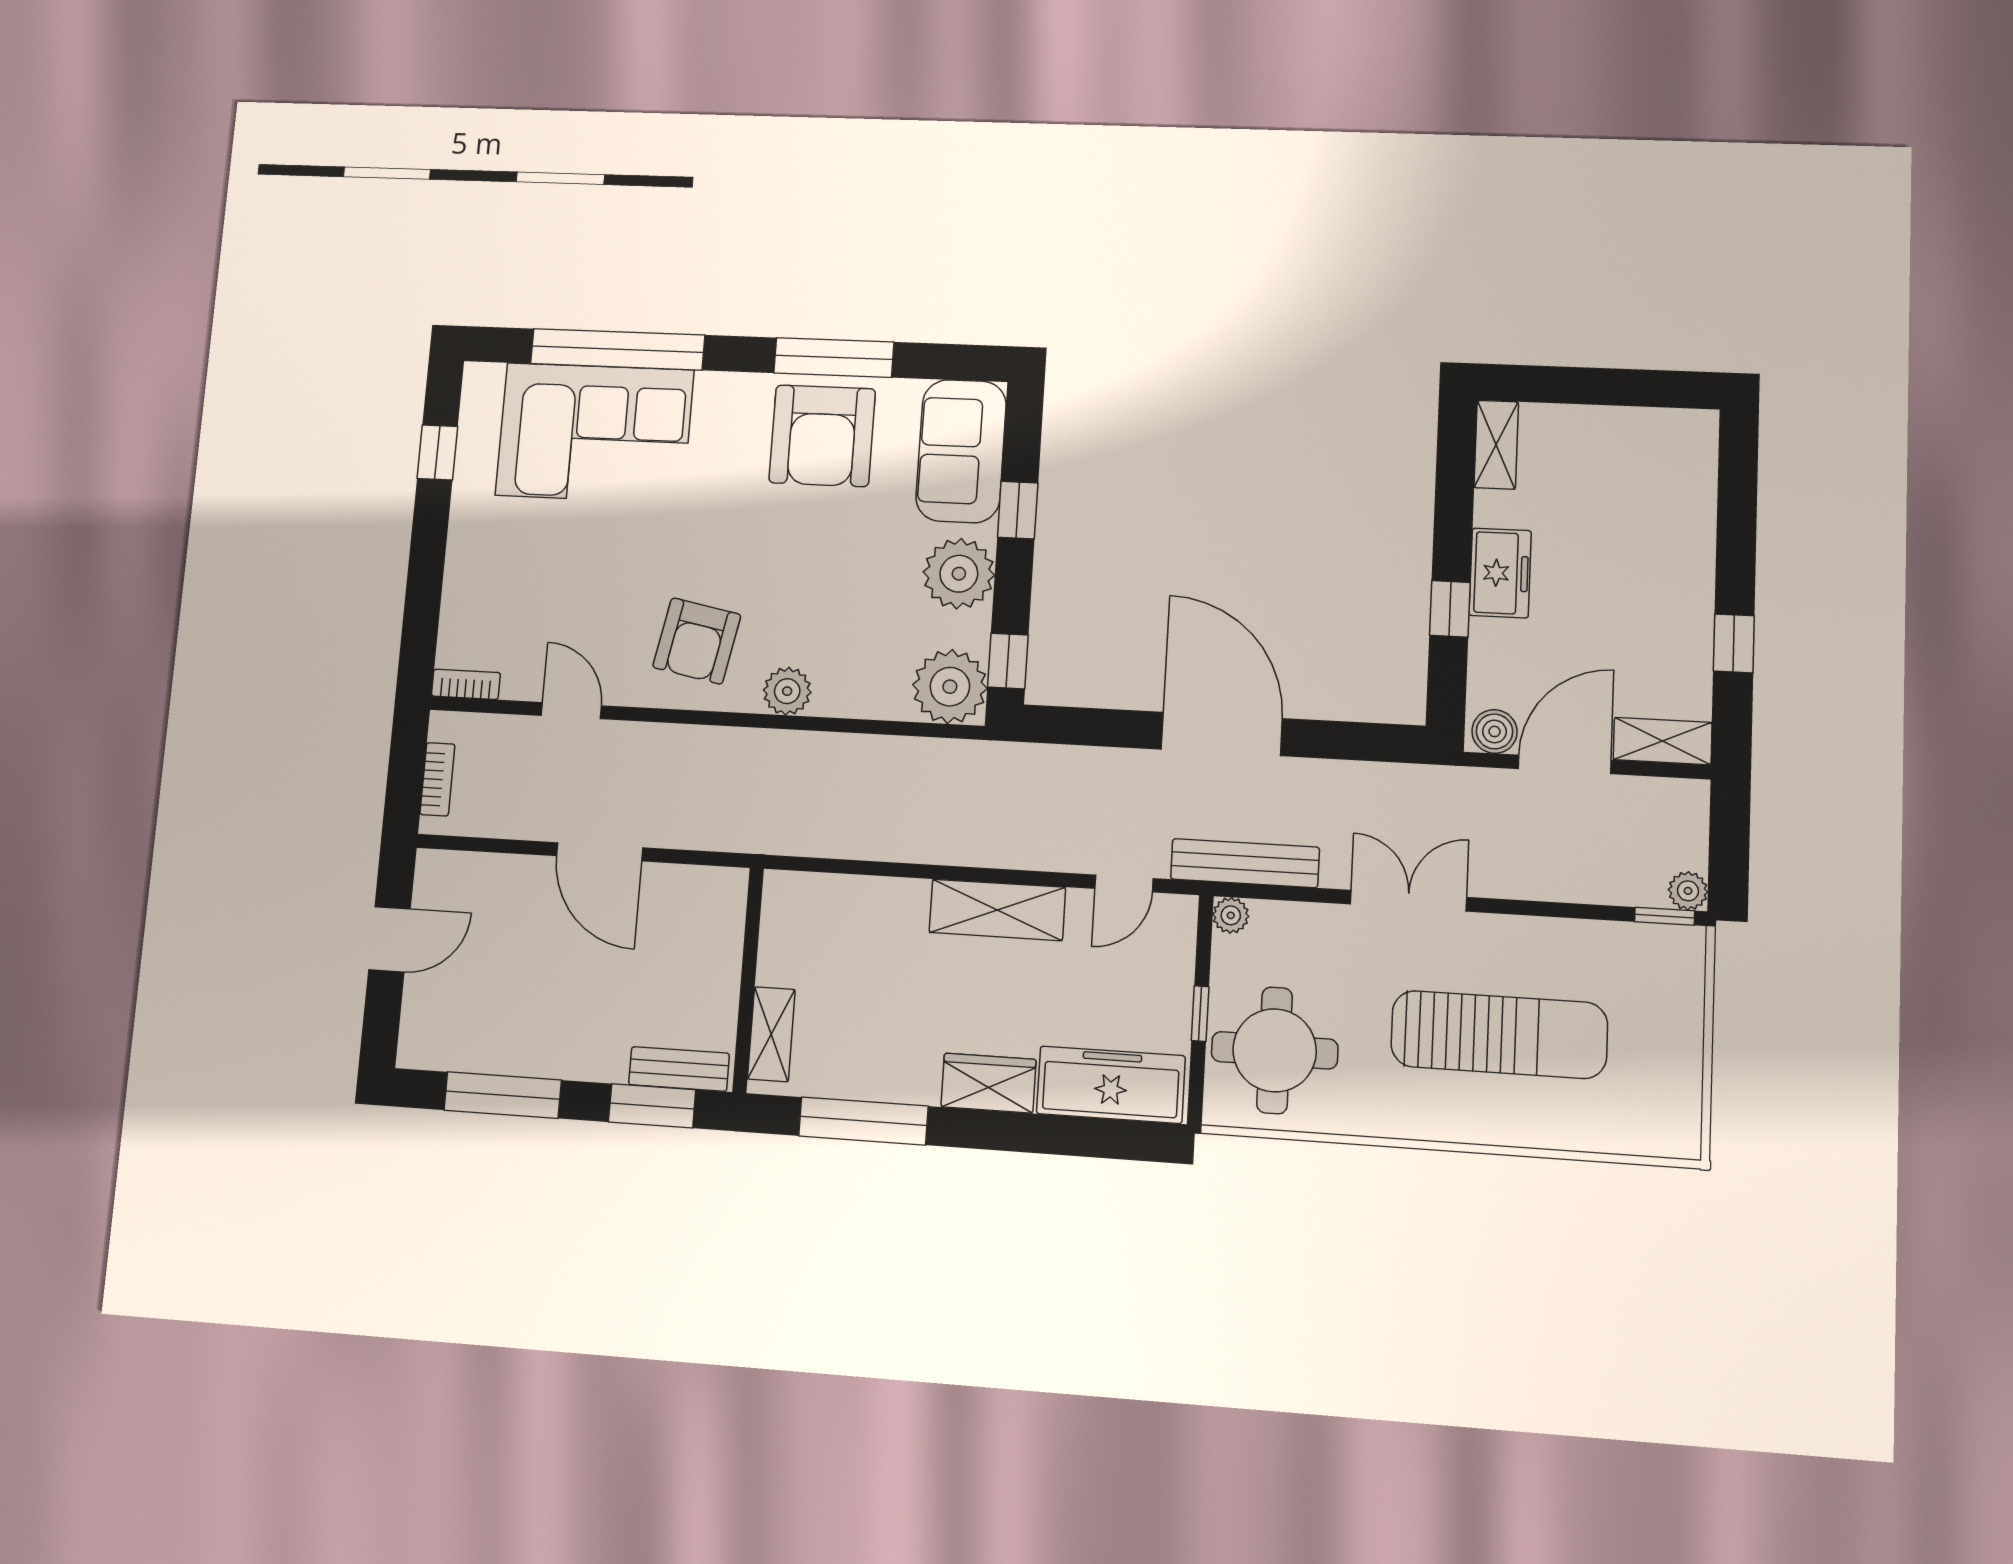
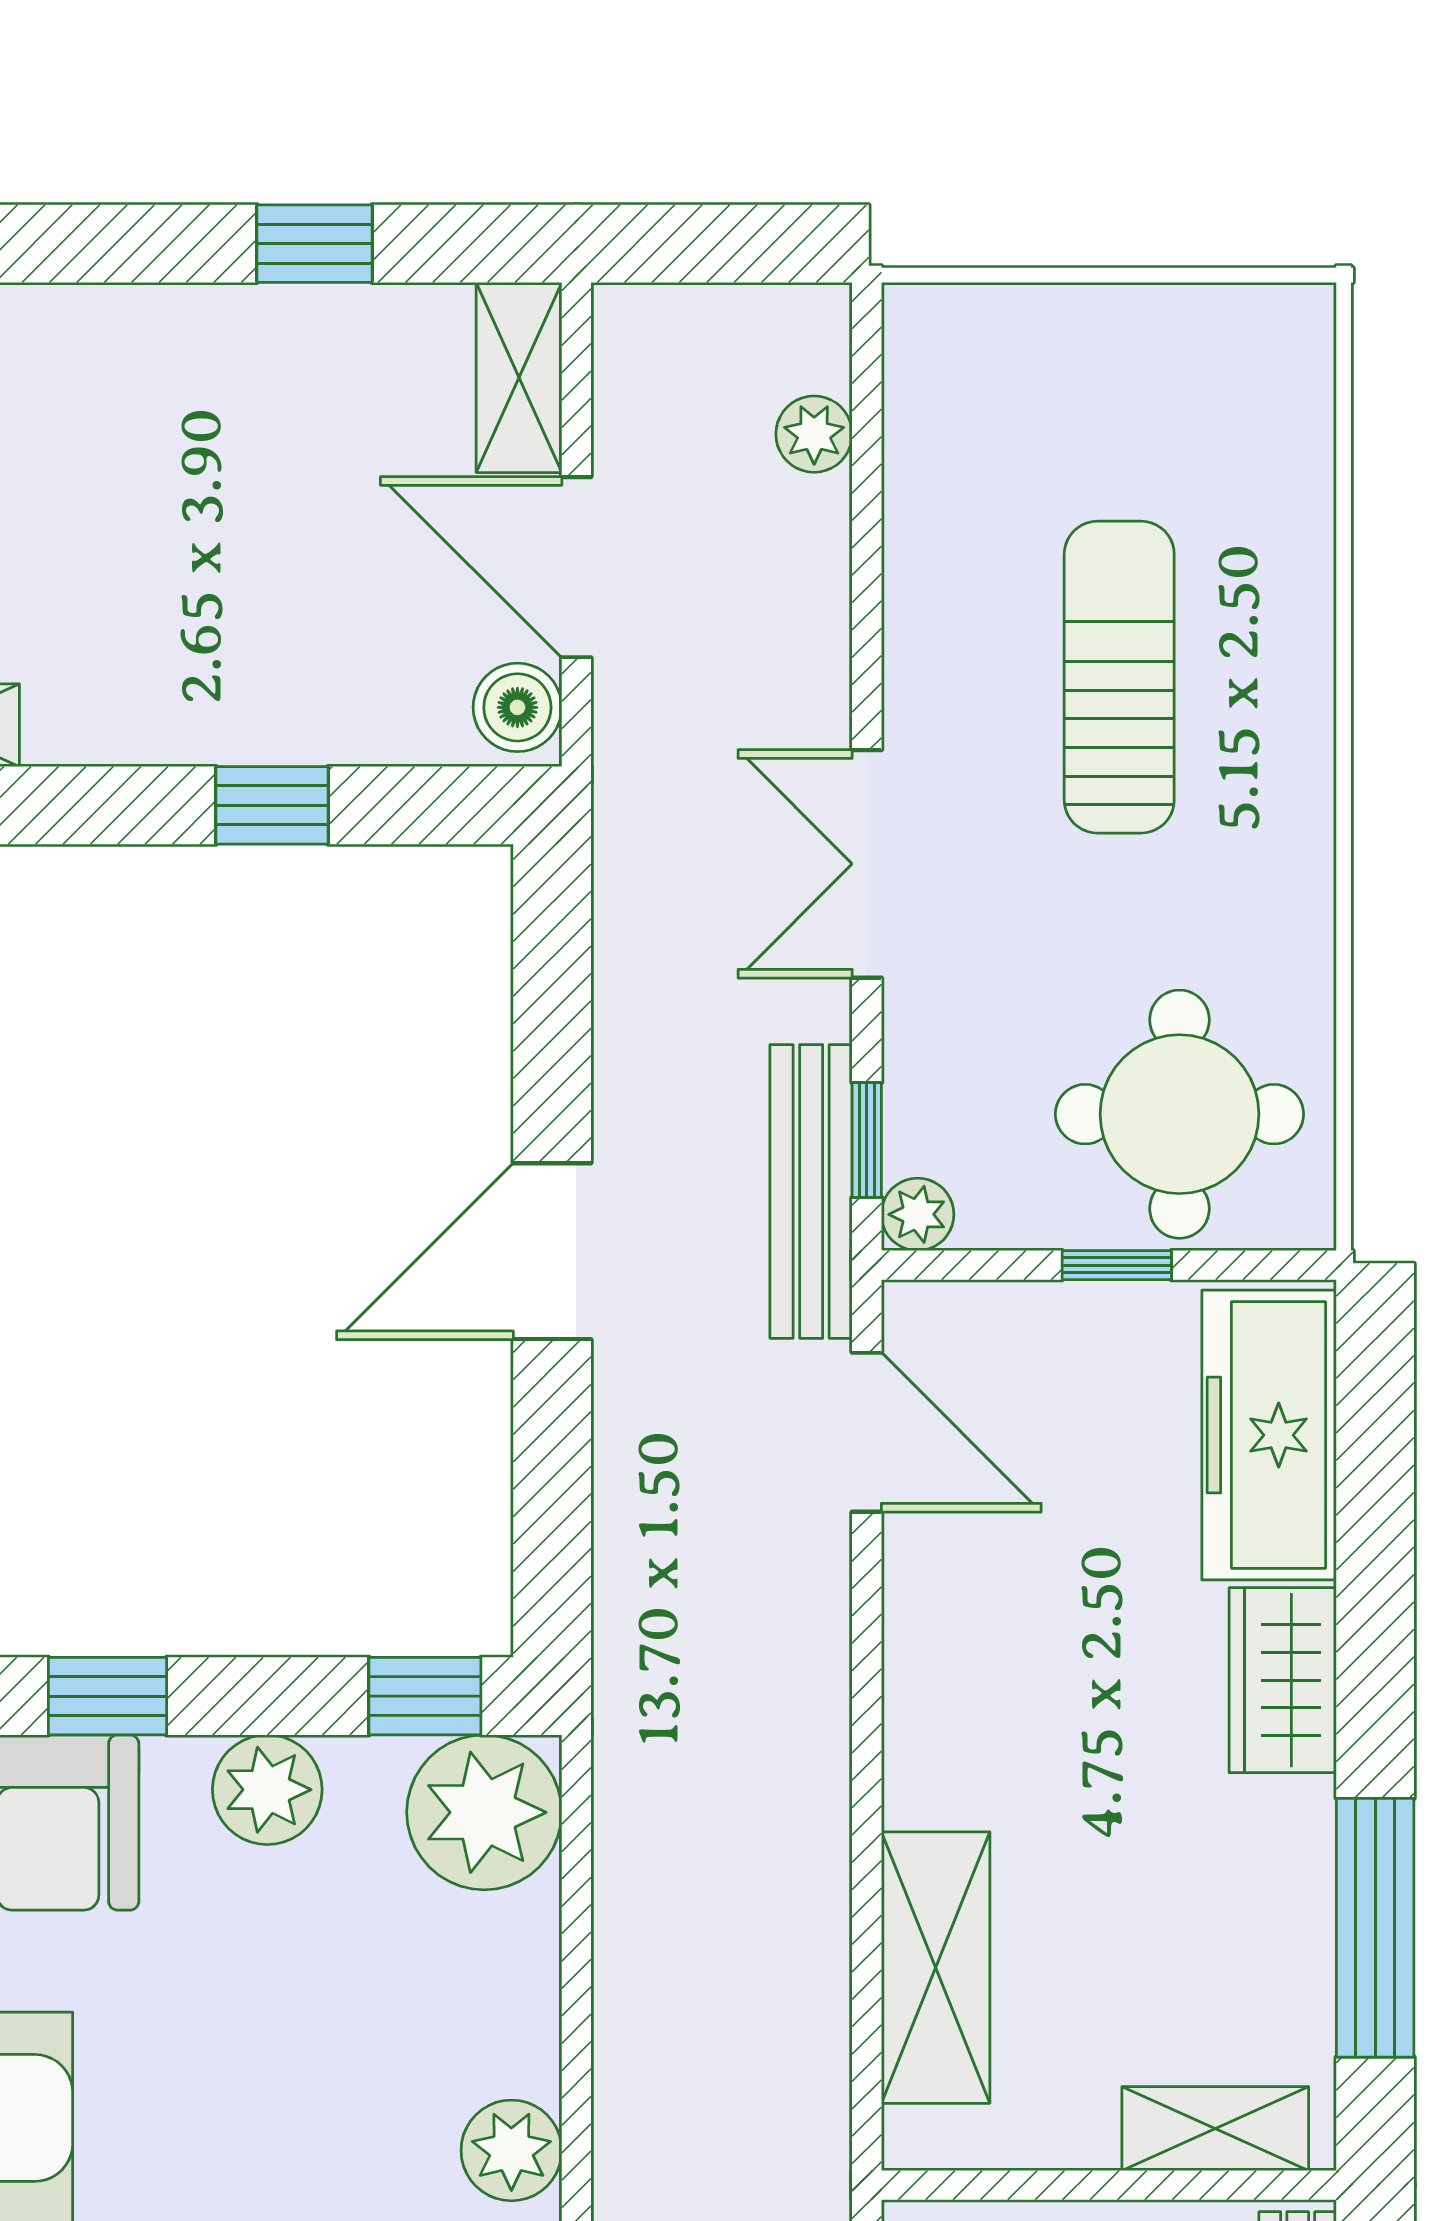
freezer: (1500, 573) -> (193, 708), removed
plant: (959, 574) -> (267, 1790), width x0.73, depth x0.73
door: (1222, 734) -> (552, 1251), width x0.73
door: (1124, 884) -> (867, 1432), width x1.38
plant: (1688, 891) -> (814, 434), moved
shelving: (997, 910) -> (936, 1968), moved
window: (1665, 916) -> (867, 1140), moved
sun lounger: (1499, 1035) -> (1119, 677), width x0.73, depth x0.75

